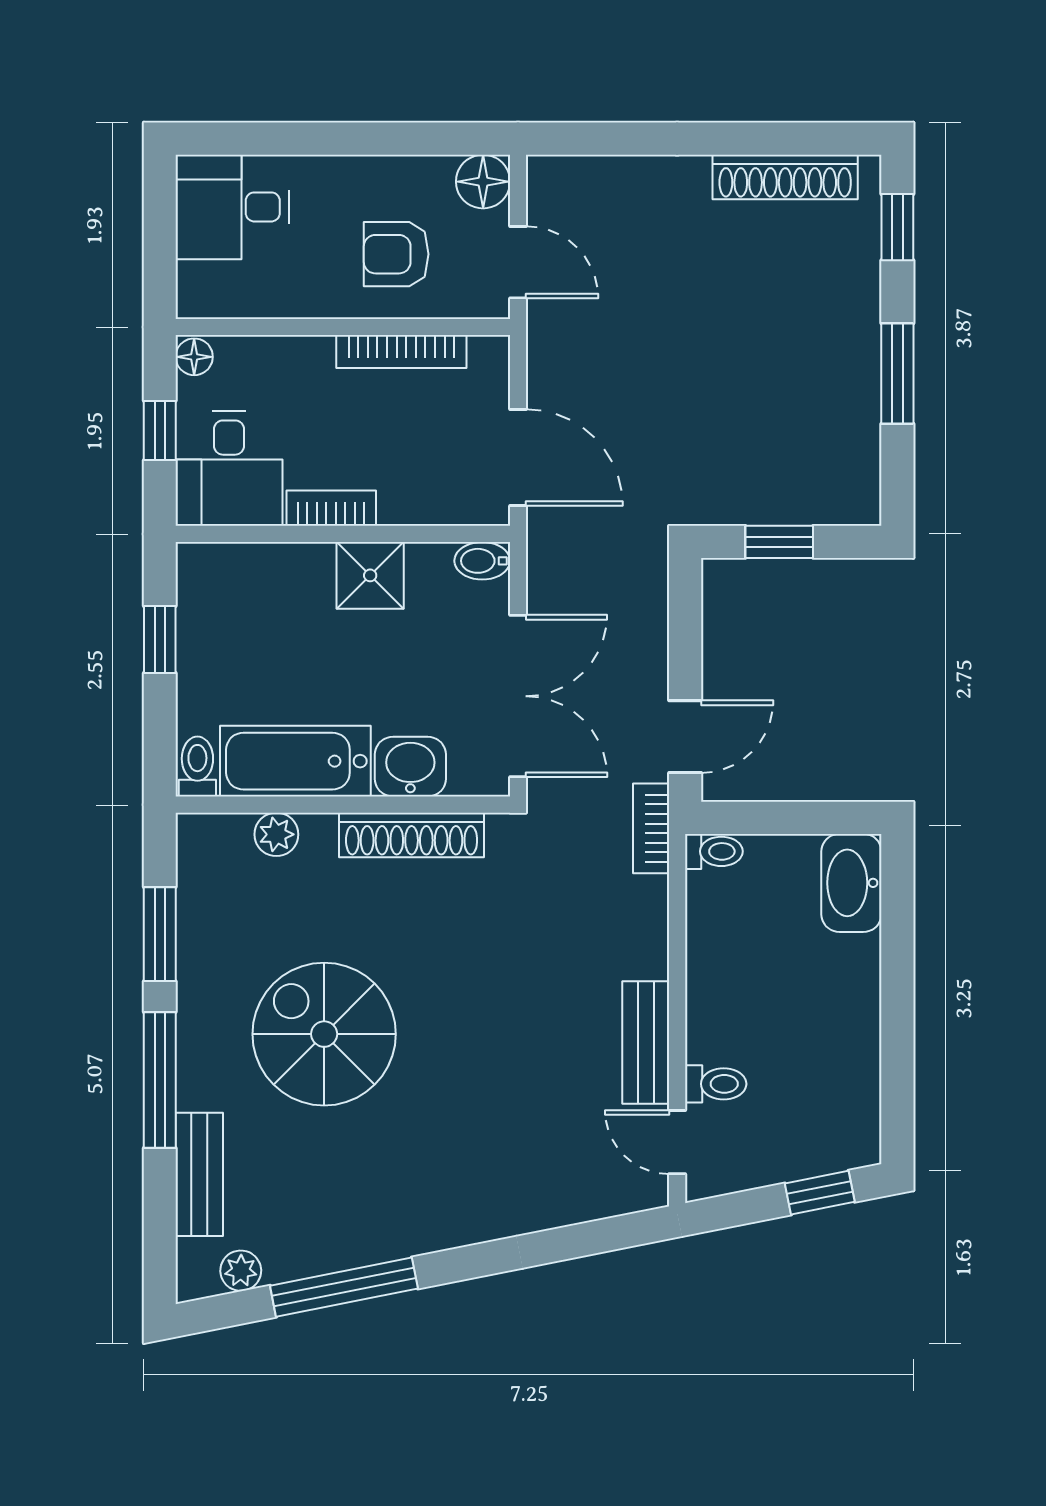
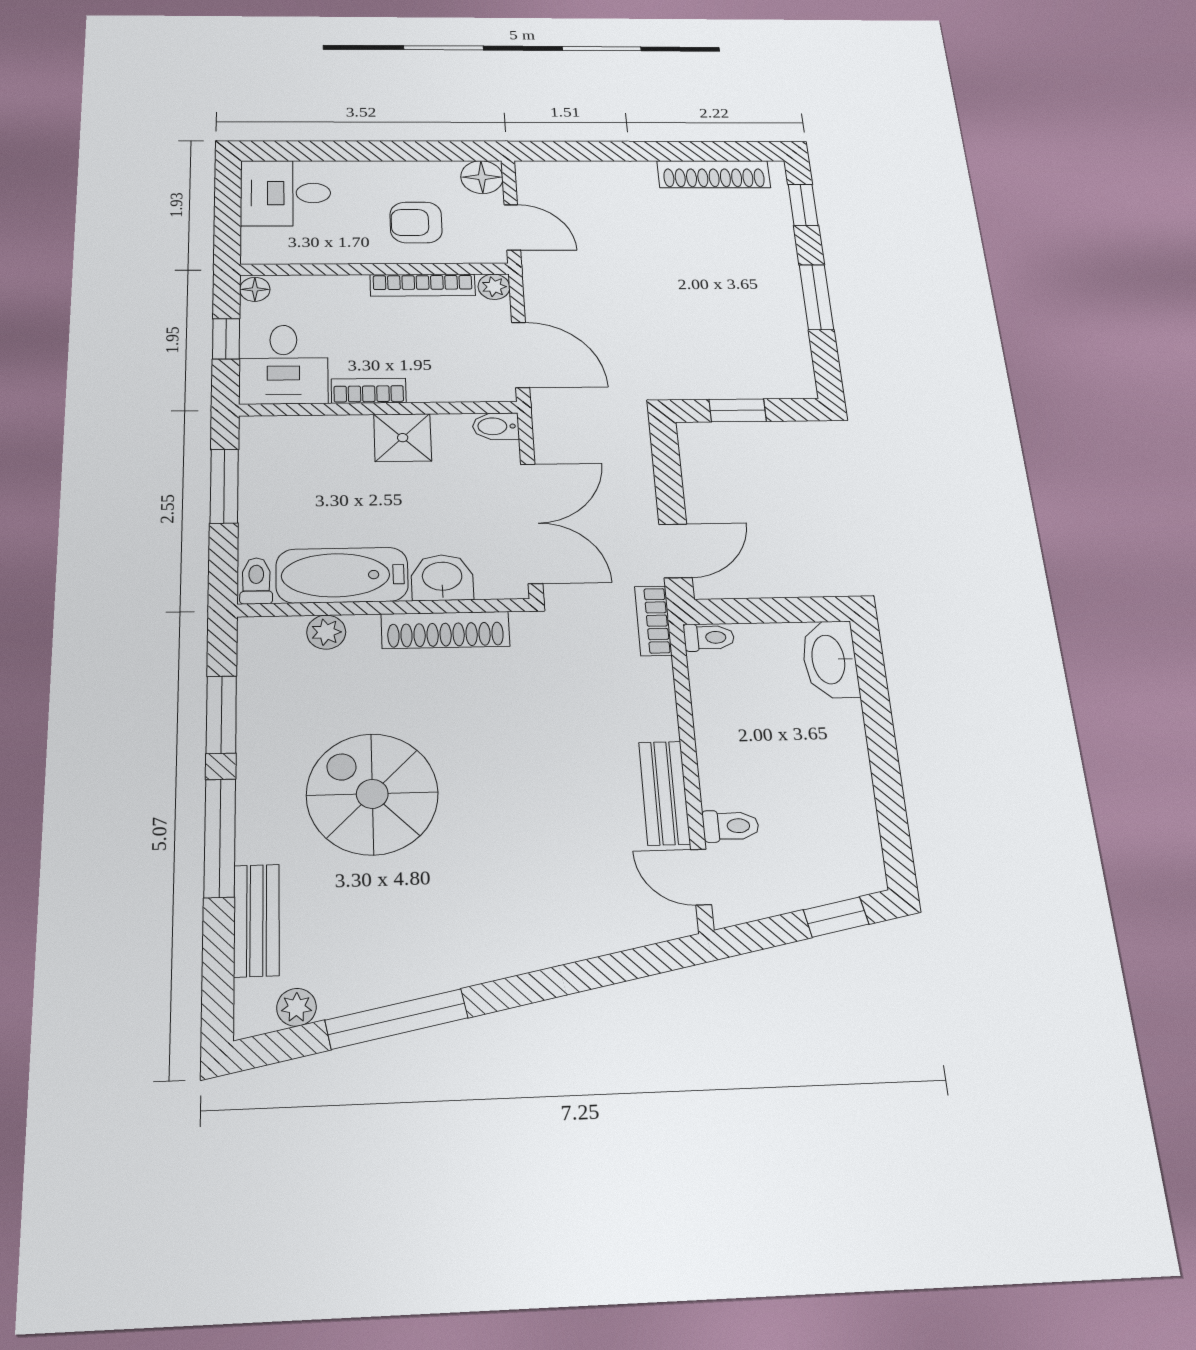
plant: (490, 355) -> (494, 287), added
window: (160, 639) -> (224, 486), width x1.50

